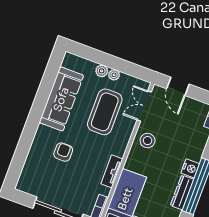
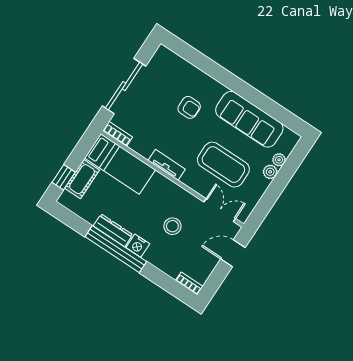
plant: (114, 75) -> (279, 160), moved
stool: (148, 141) -> (172, 226), moved
tv unit: (112, 171) -> (167, 165), moved

